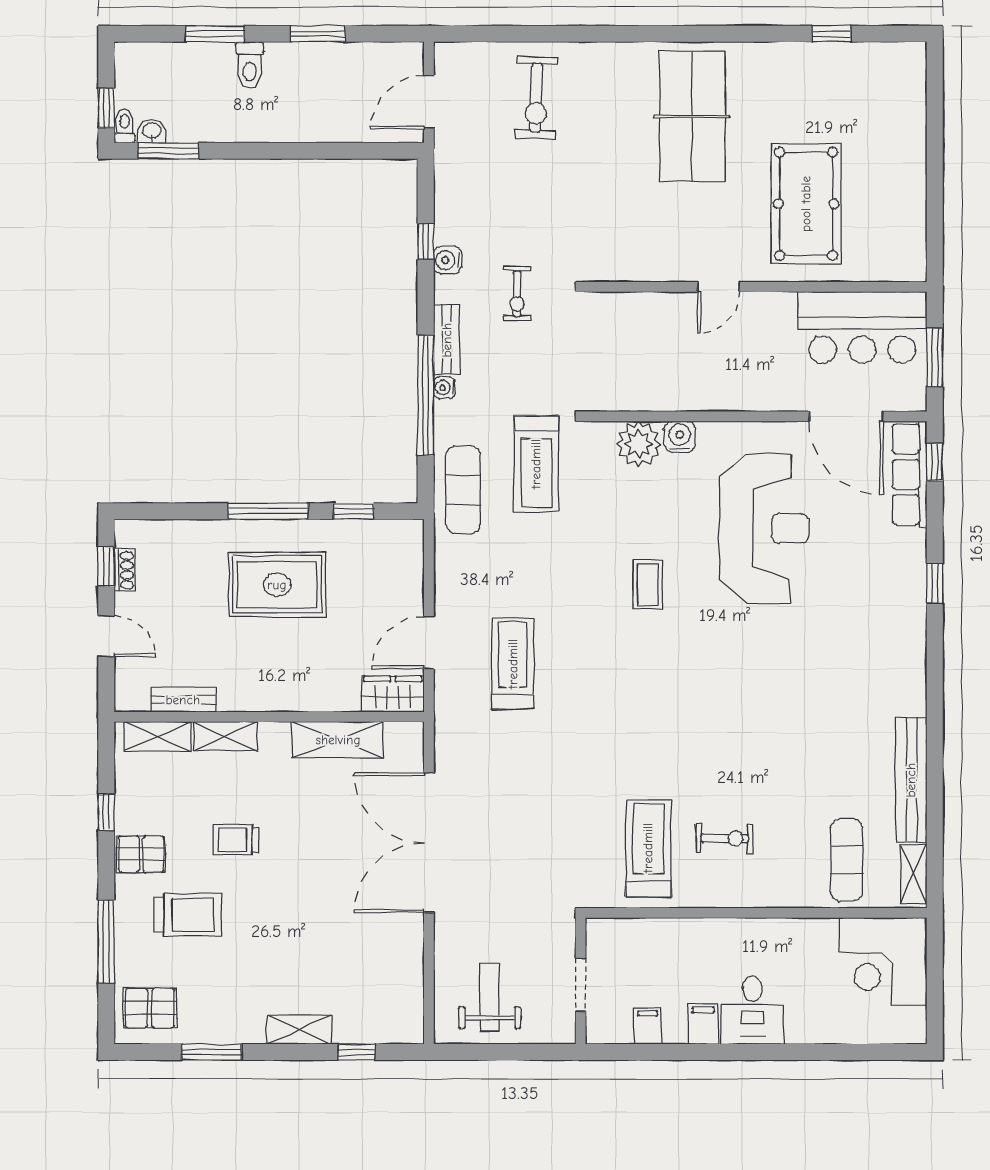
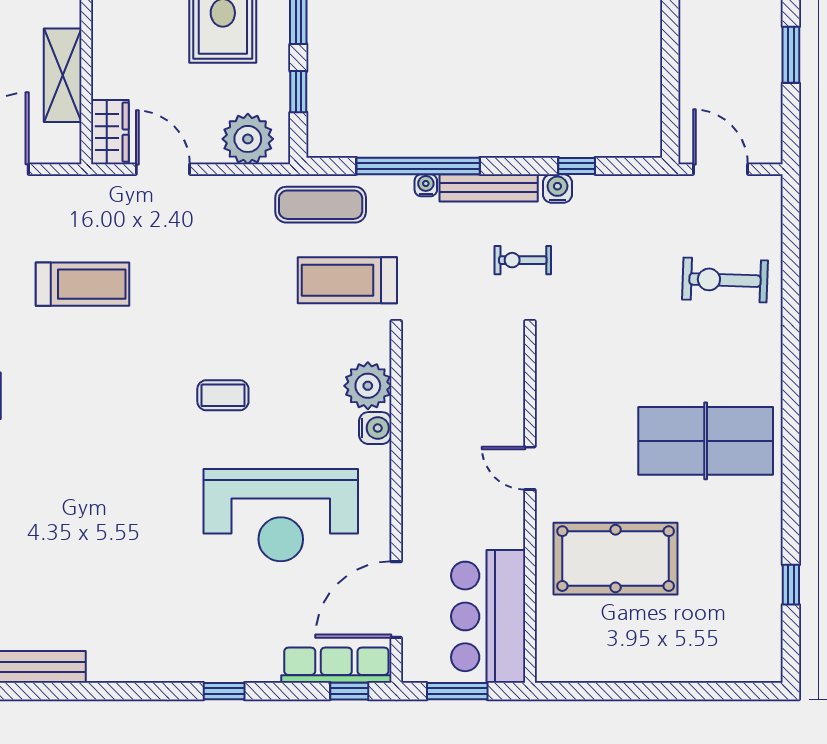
bench: (447, 340) -> (489, 188), width x1.36
plant: (399, 560) -> (248, 139), added
treadmill: (513, 664) -> (82, 284), moved

